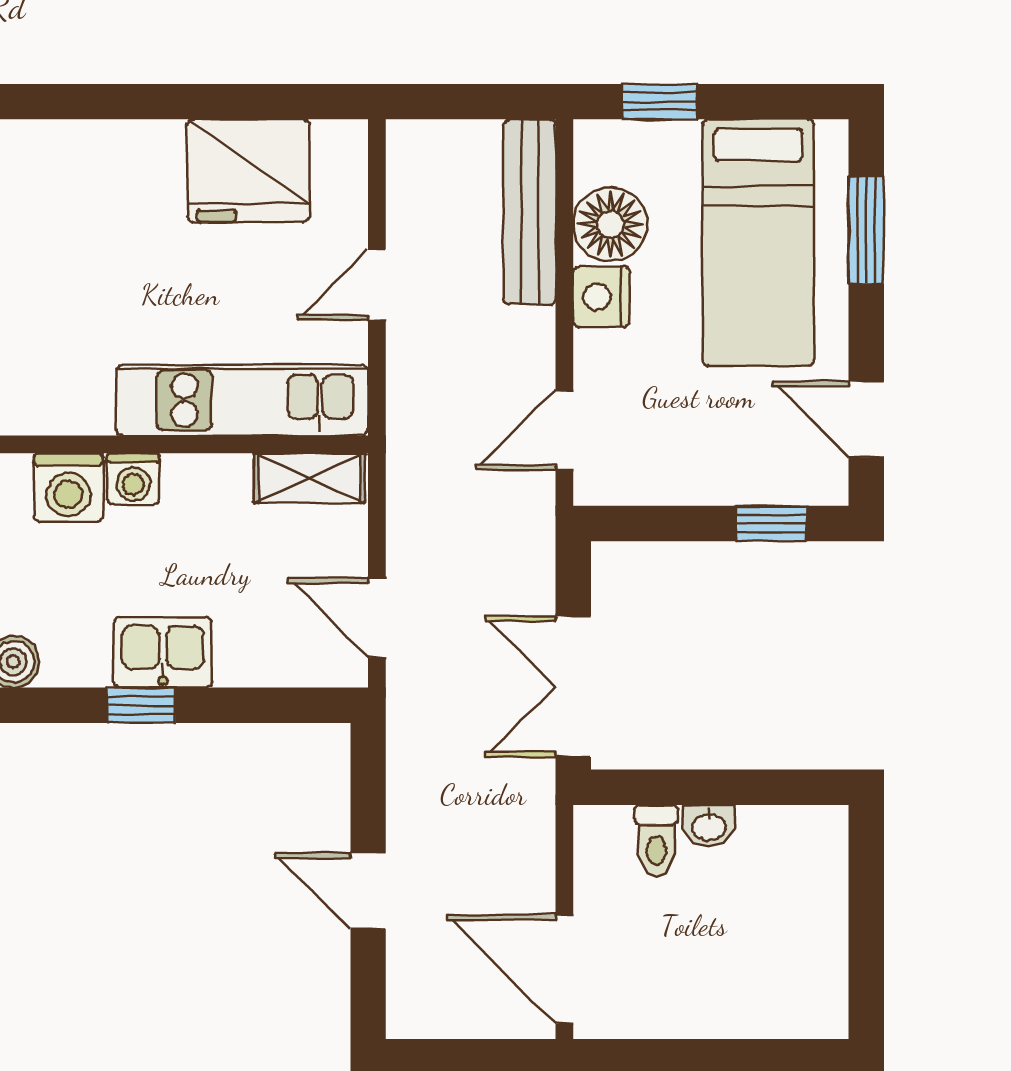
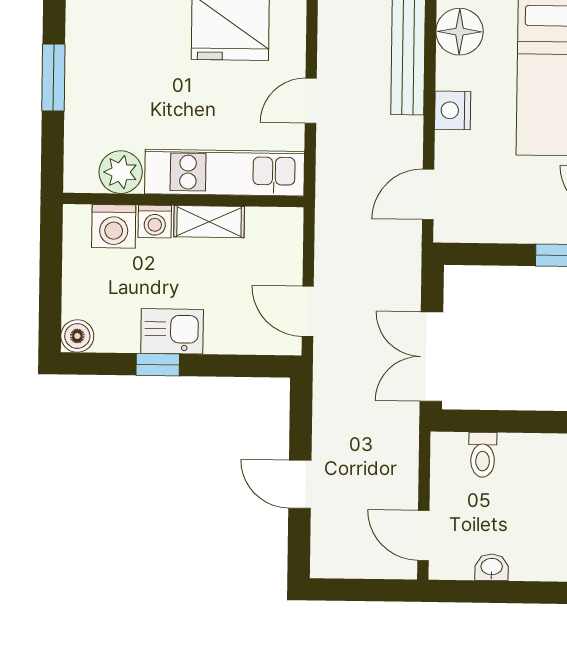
floor lamp: (610, 224) -> (460, 32), moved
plant: (78, 402) -> (121, 172), added
shelving: (309, 478) -> (209, 222), moved
washbasin: (709, 826) -> (492, 567), moved, turned 180
door: (564, 969) -> (423, 535), width x0.73

